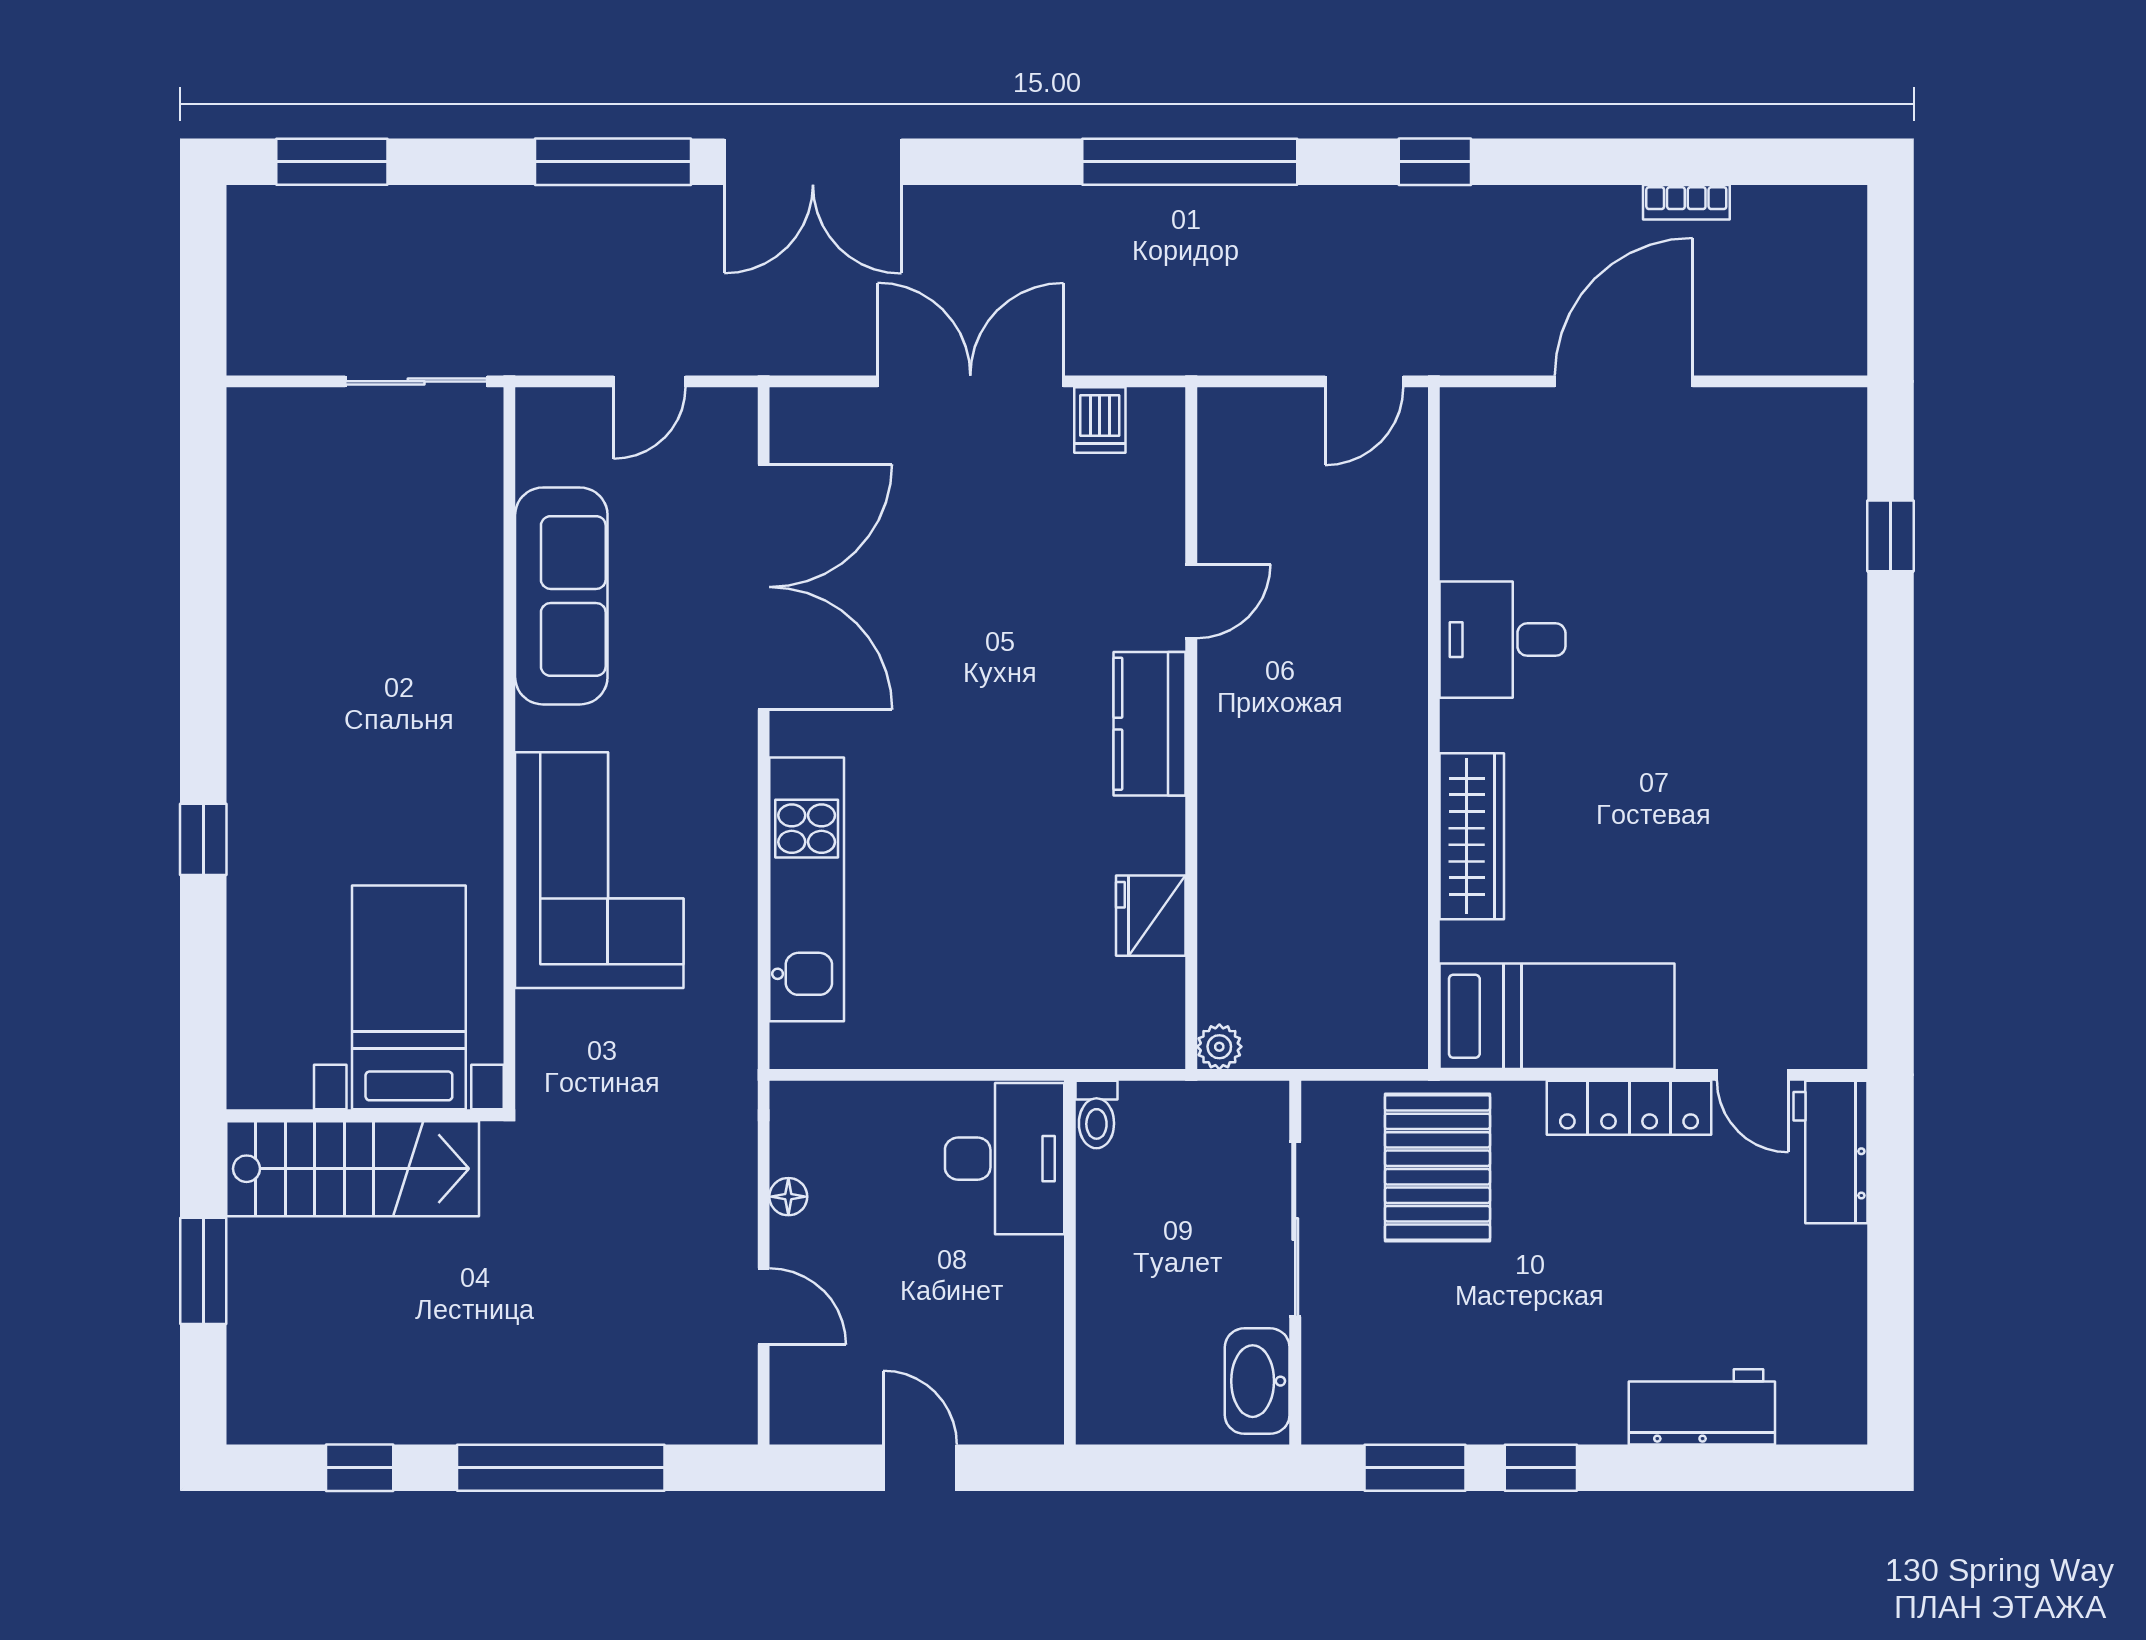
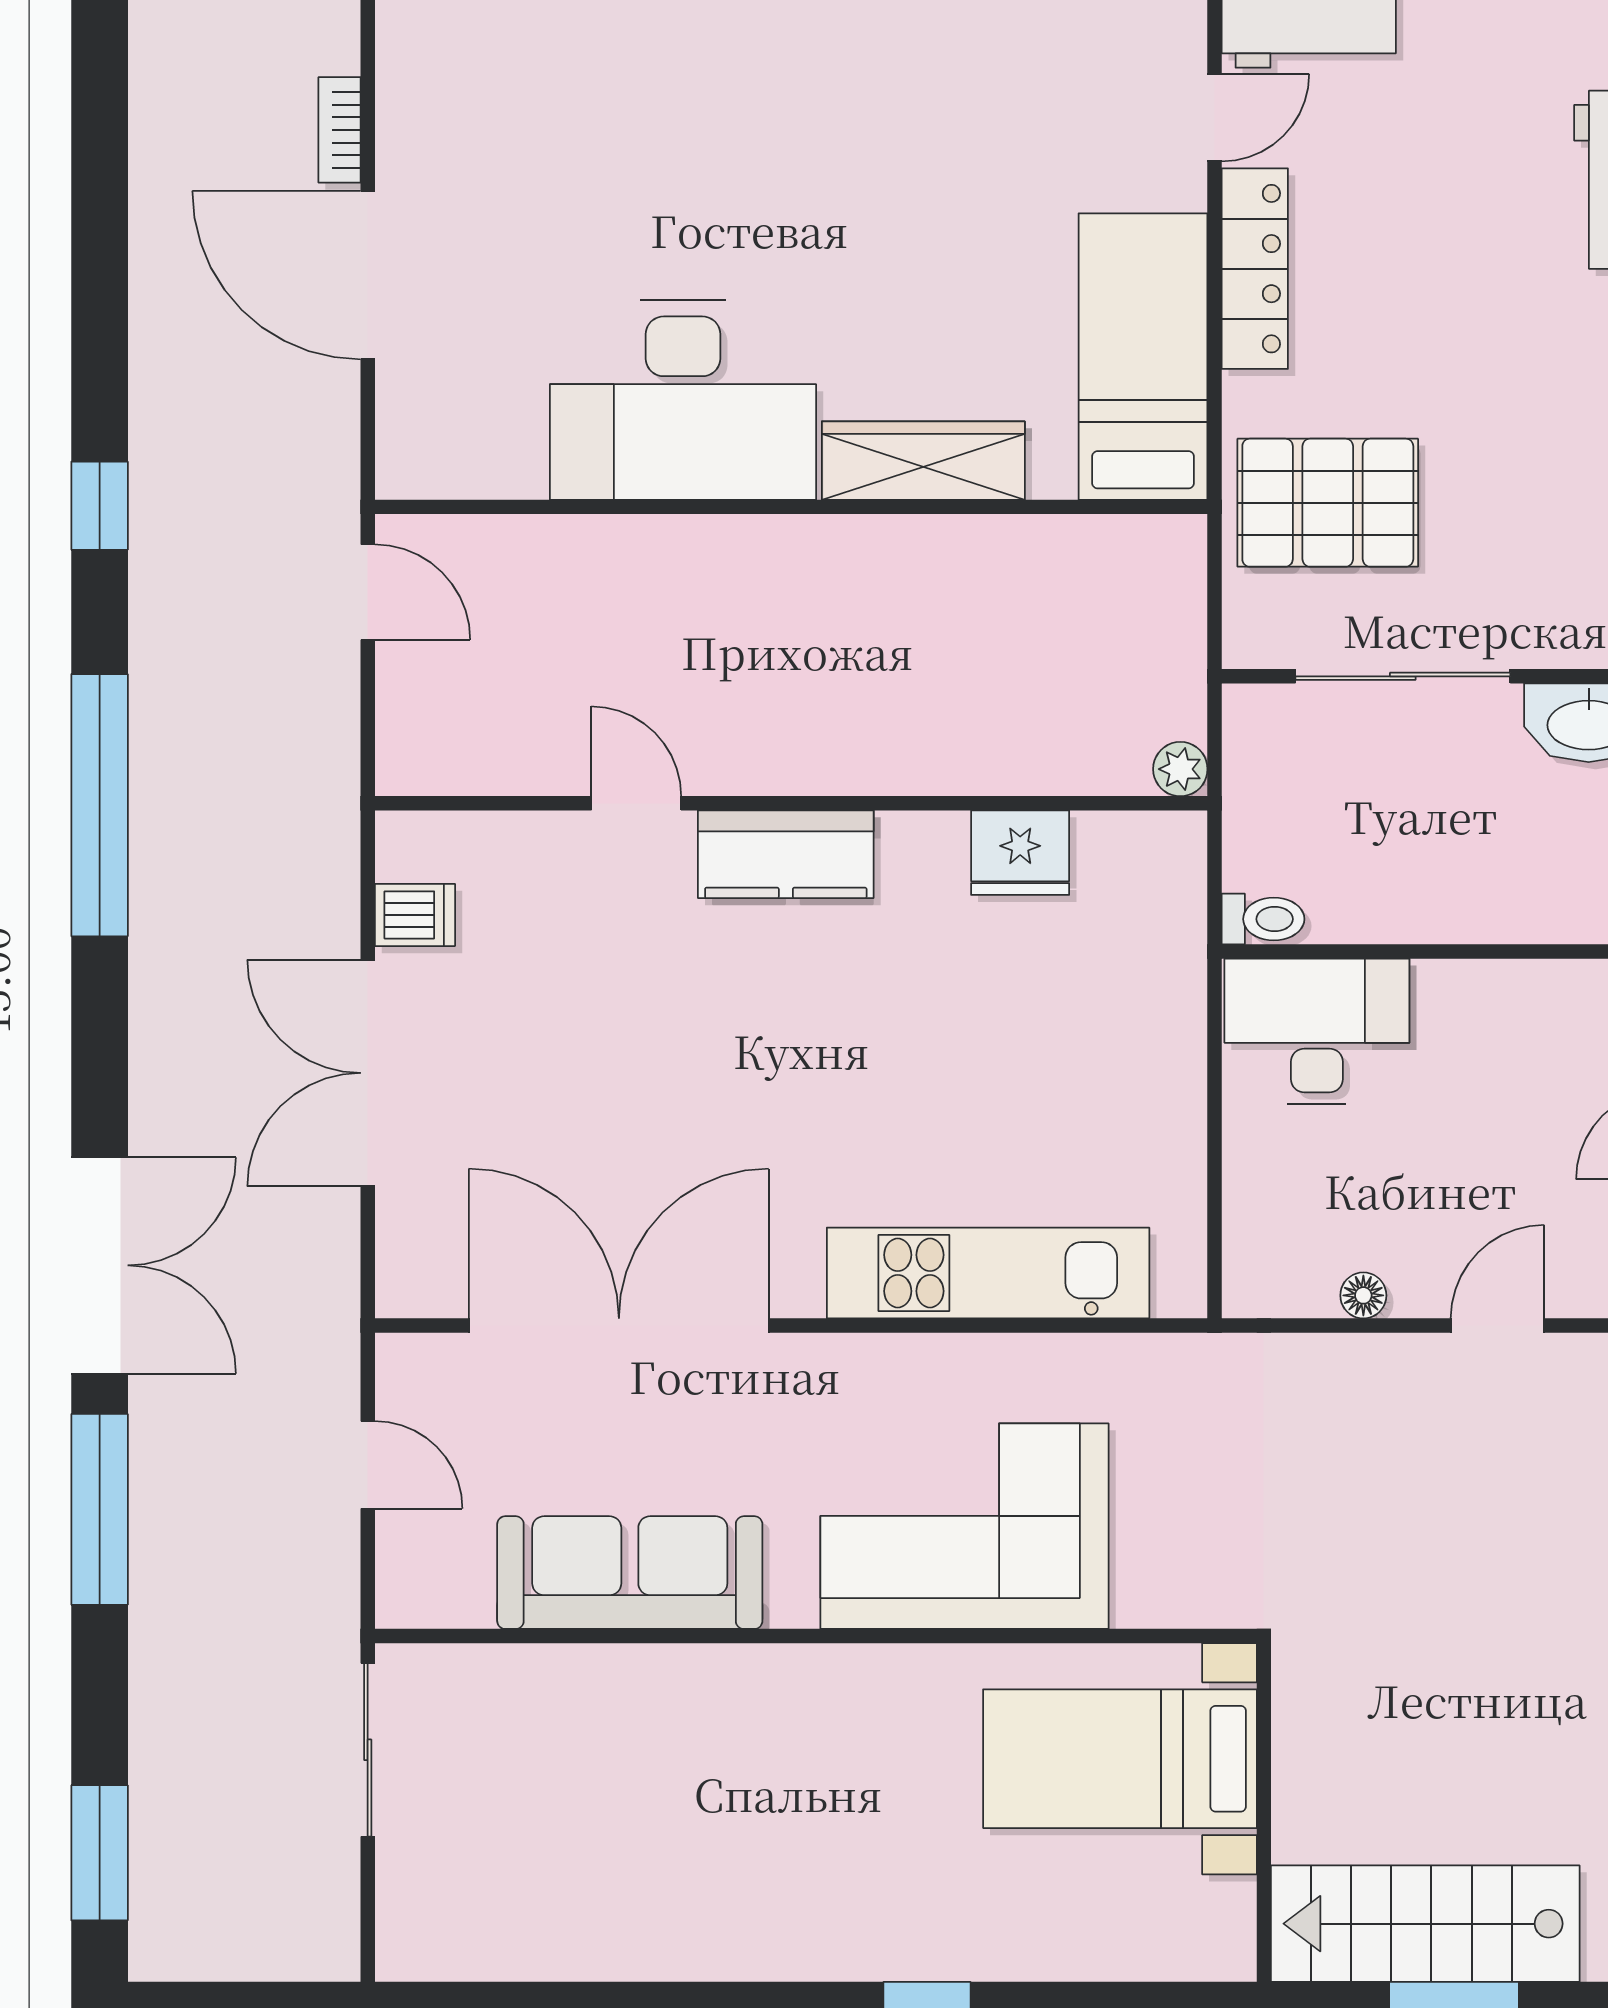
bookcase: (1686, 202) -> (340, 130), moved, turned 180
desk: (1502, 640) -> (683, 400), width x1.87, depth x1.30
stairs: (353, 1169) -> (1425, 1924), moved, turned -90

